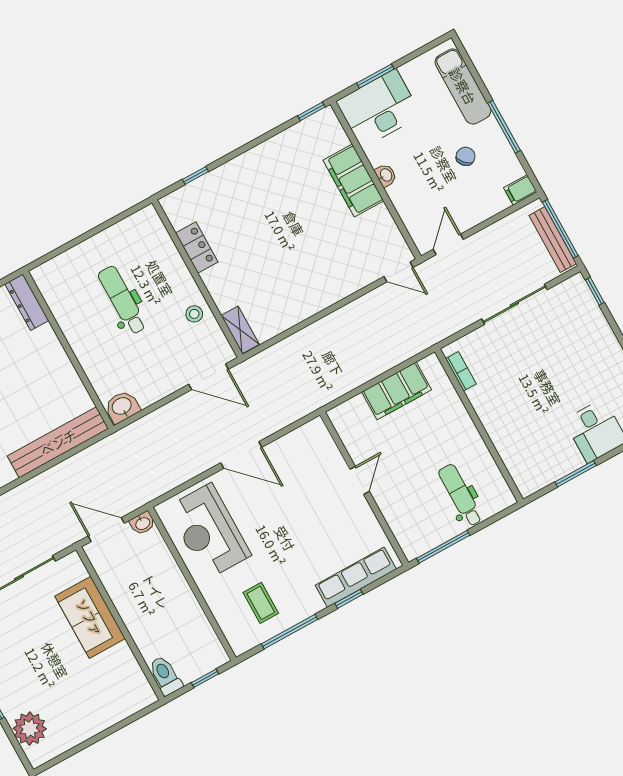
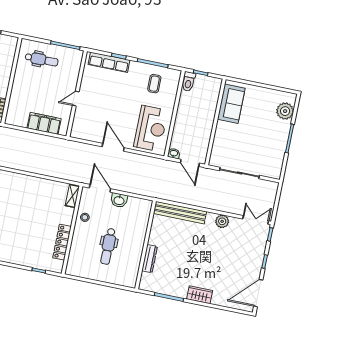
locker: (197, 247) -> (62, 242), width x1.53
dresser: (27, 302) -> (150, 259), moved
filing cabinet: (397, 391) -> (44, 123), moved
washbasin: (122, 407) -> (119, 200), moved
dental chair: (460, 495) -> (42, 60), turned -90
sofa: (90, 617) -> (231, 104), moved
toilet: (165, 676) -> (188, 82), moved

